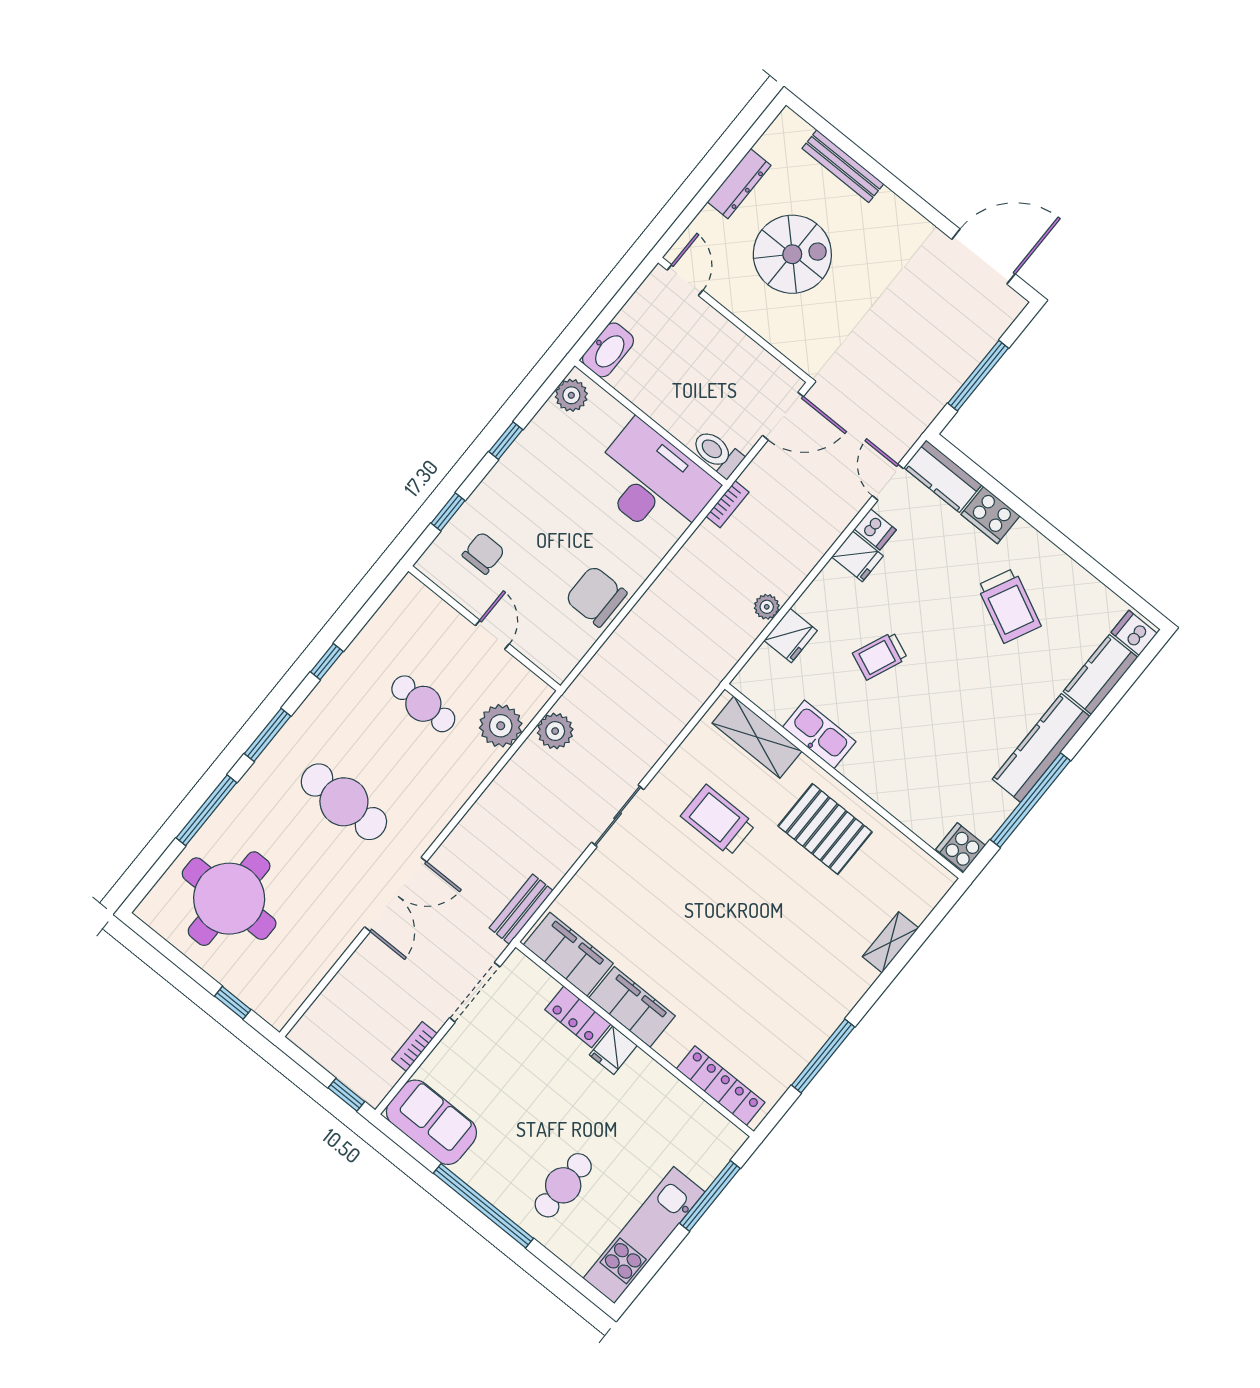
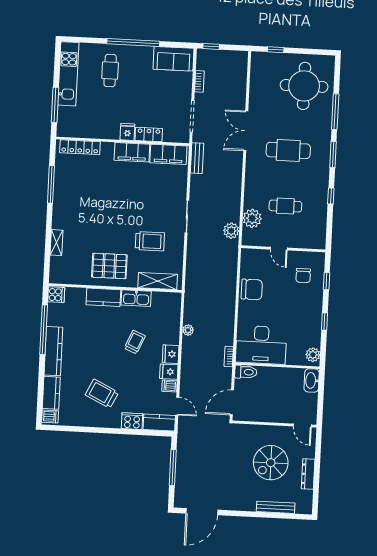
fridge: (791, 635) -> (171, 354), moved
kitchen counter: (878, 780) -> (103, 297), added

